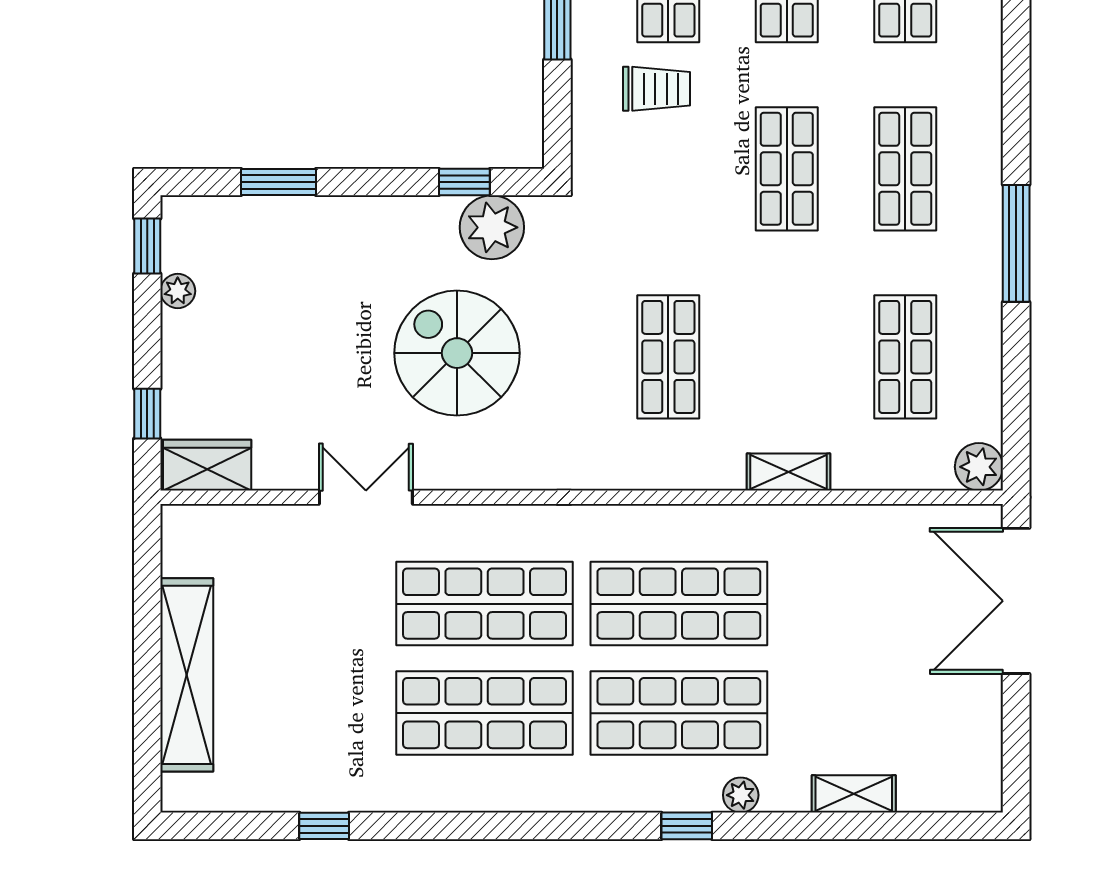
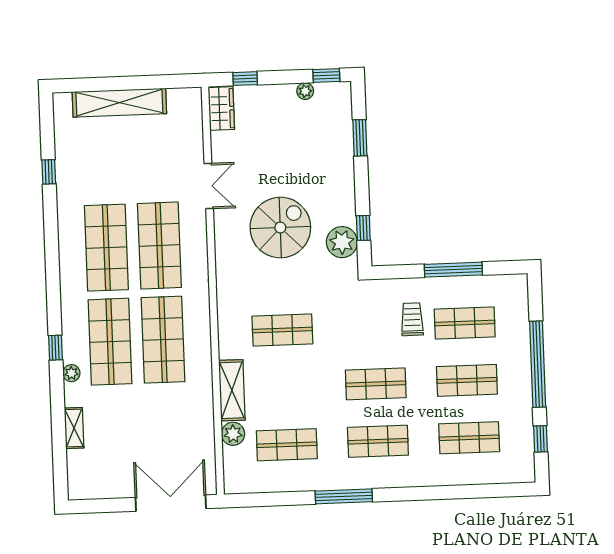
trolley: (656, 89) -> (412, 319), turned 180
plant: (979, 467) -> (233, 434), moved
shelving: (789, 472) -> (232, 390), width x1.50, depth x1.33

